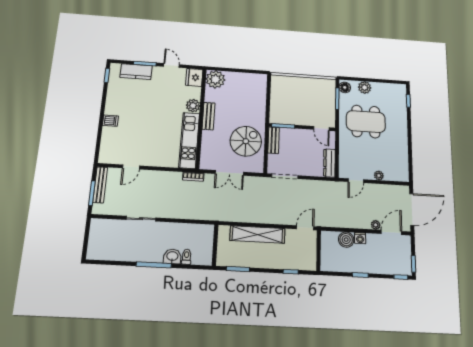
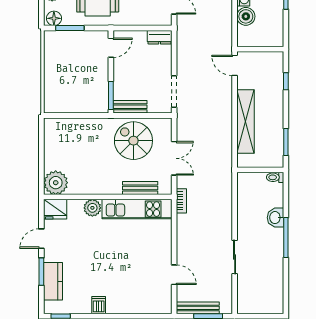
bench: (208, 116) -> (140, 188), moved
dishwasher: (110, 121) -> (99, 305), moved
dresser: (329, 163) -> (160, 37), width x0.70
toilet: (186, 257) -> (275, 177), moved

